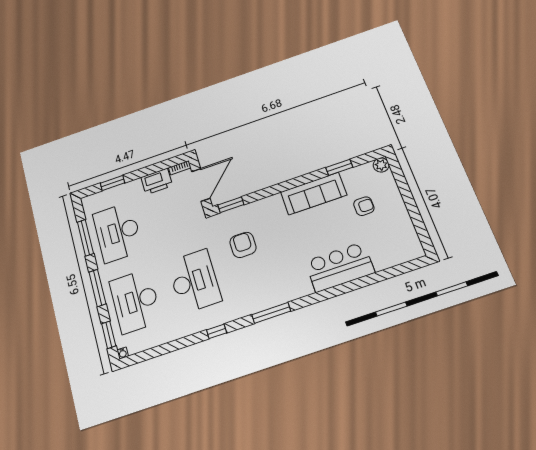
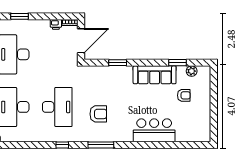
plant: (381, 165) -> (192, 71), moved
printer: (157, 181) -> (56, 24), width x0.53, depth x0.68
window: (231, 205) -> (118, 63), moved
armchair: (243, 245) -> (98, 114), moved, turned 90

